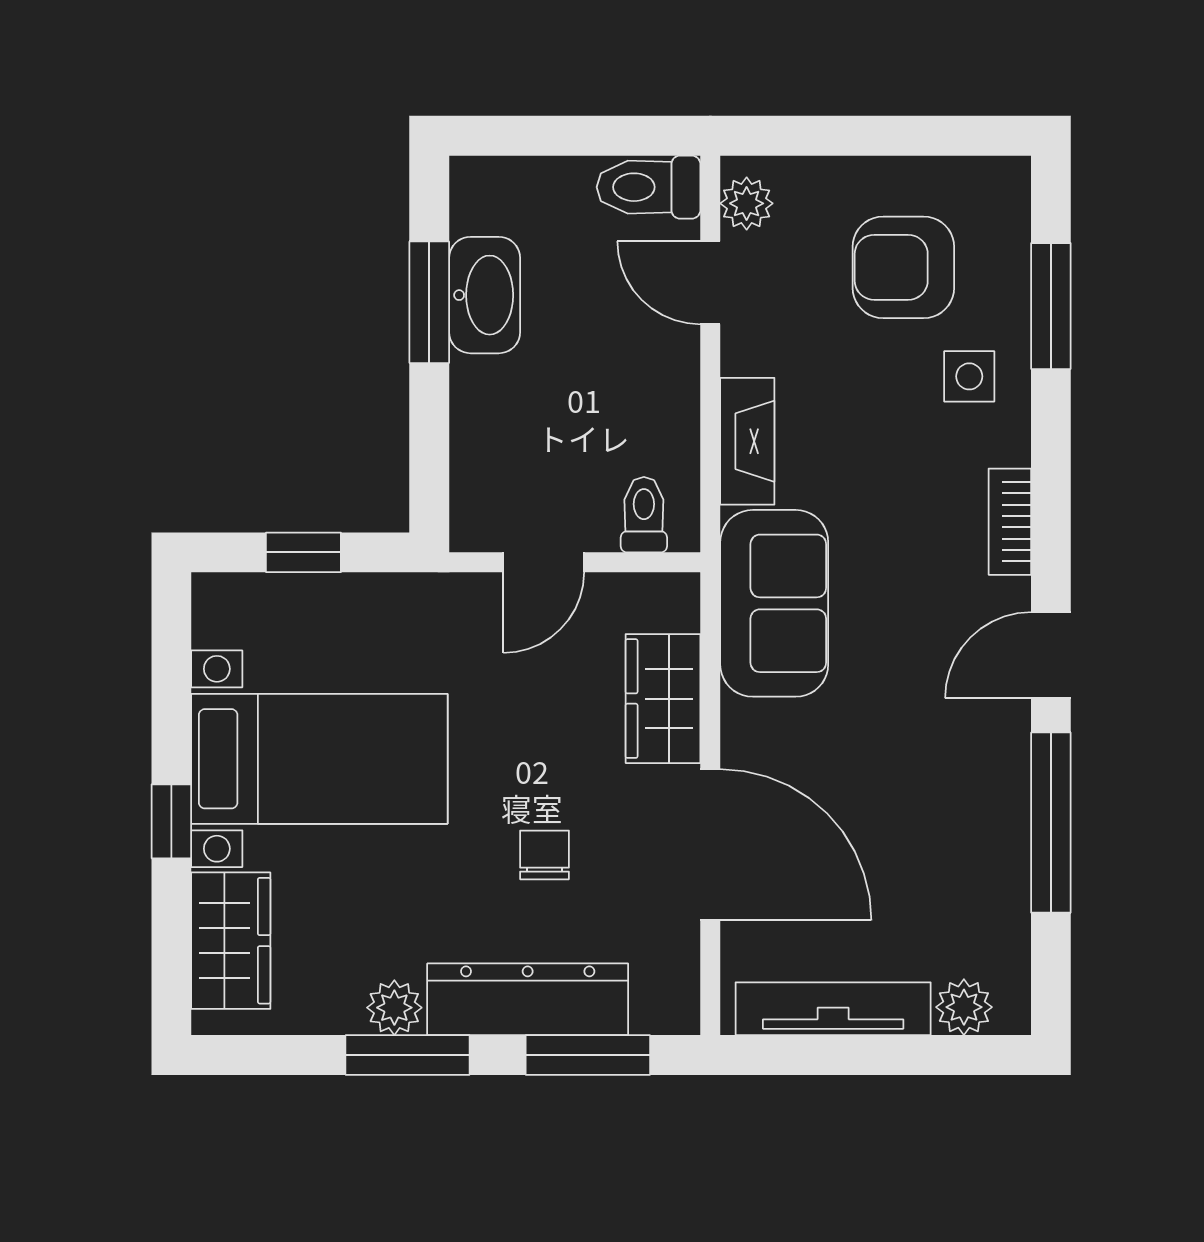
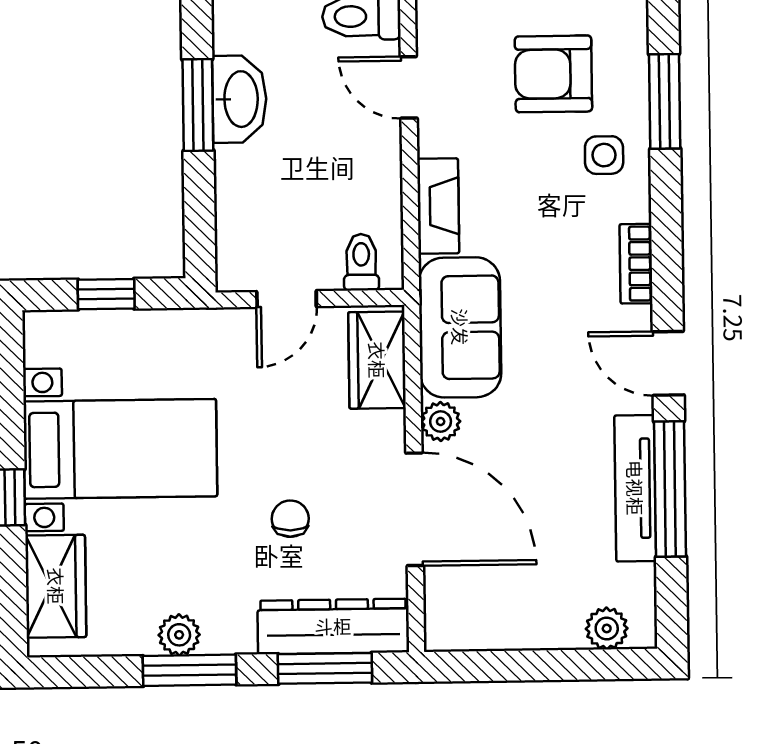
plant: (747, 203) -> (441, 422), moved
door: (1051, 655) -> (668, 363), hinge flipped
wardrobe: (663, 699) -> (377, 360), moved
dresser: (528, 999) -> (333, 626), moved
tv unit: (833, 1009) -> (635, 488), moved, turned -90

